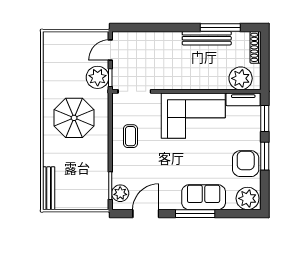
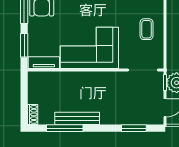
window: (144, 28) -> (134, 128), added
shoe rack: (256, 47) -> (33, 114), width x0.70
plant: (241, 78) -> (46, 82), removed

